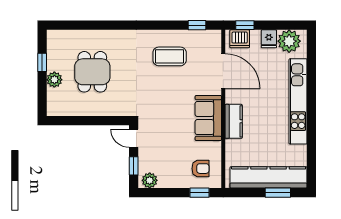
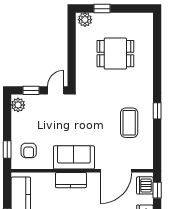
window: (197, 25) -> (157, 111), moved
window: (42, 62) -> (102, 9), moved
plant: (54, 80) -> (85, 20), moved

